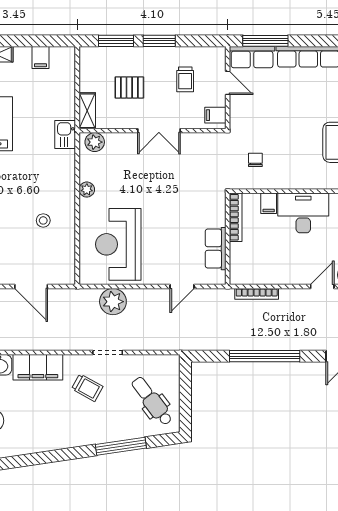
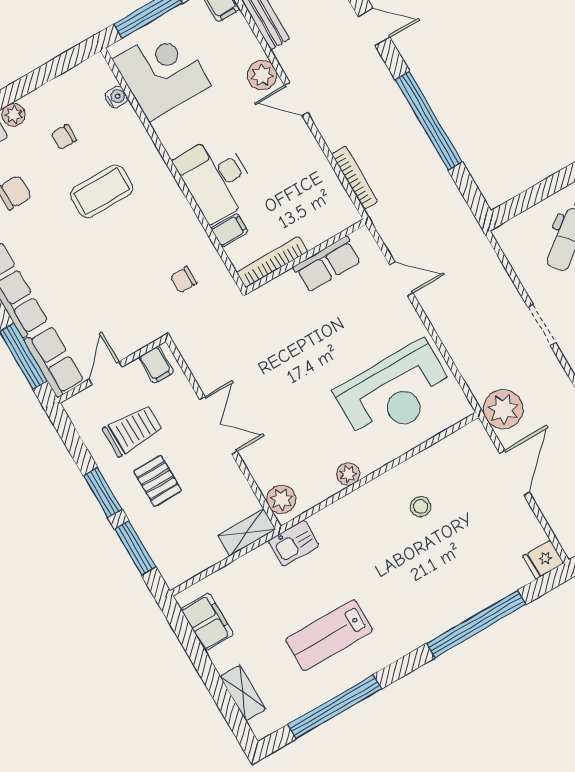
filing cabinet: (40, 57) -> (207, 622), width x2.00
trolley: (185, 79) -> (133, 430), width x1.36, depth x1.39
pallet: (129, 87) -> (158, 481), moved
plant: (113, 302) -> (503, 409), moved

